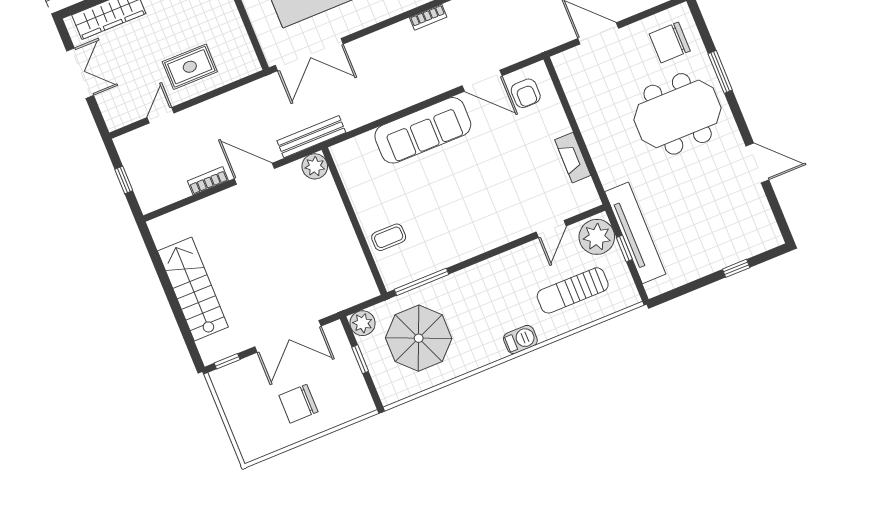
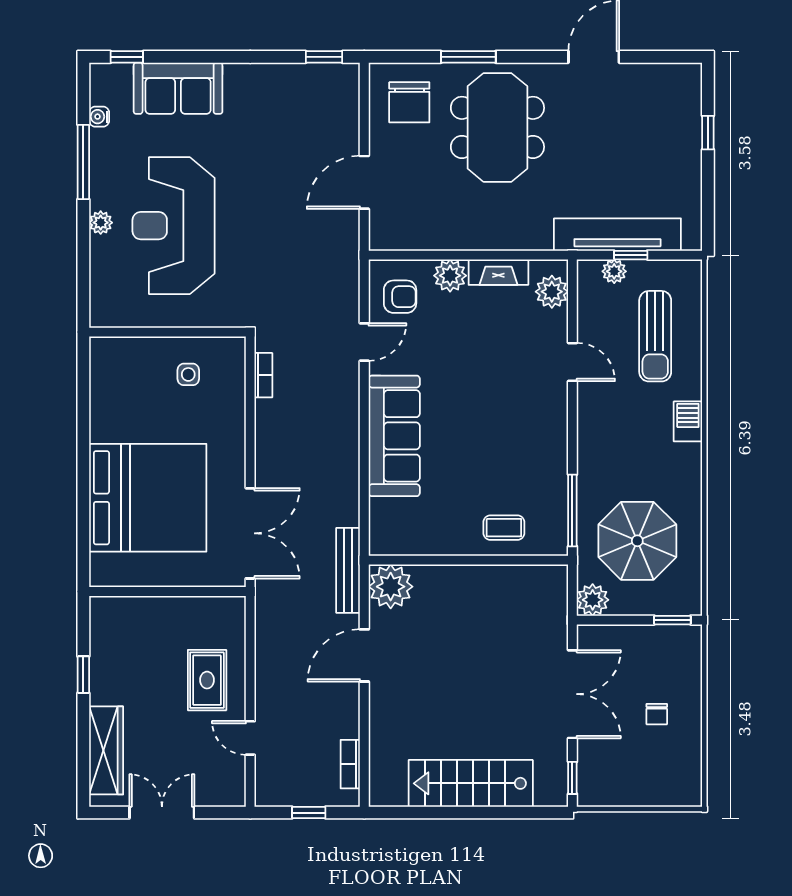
door: (482, 81) -> (364, 342), width x0.73
plant: (556, 123) -> (450, 276), added
plant: (315, 166) -> (391, 587), width x1.36, depth x1.36
bookcase: (208, 181) -> (350, 764), moved
plant: (574, 202) -> (552, 292), added
door: (551, 229) -> (572, 362), moved
coffee table: (389, 237) -> (504, 528), turned 90
plant: (597, 237) -> (614, 271), width x0.53, depth x0.53
window: (360, 359) -> (672, 620), moved
chair: (298, 404) -> (657, 714), width x0.54, depth x0.54

